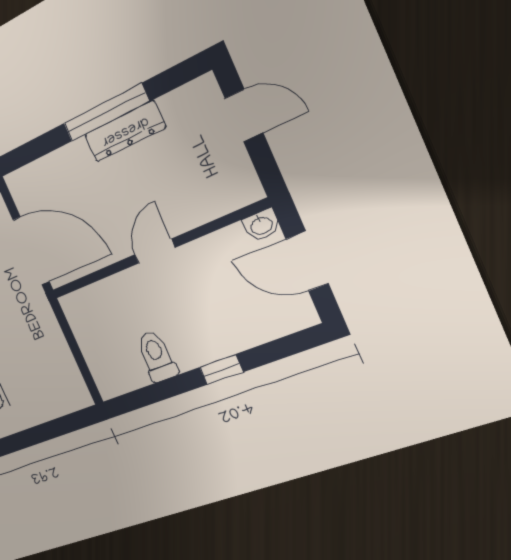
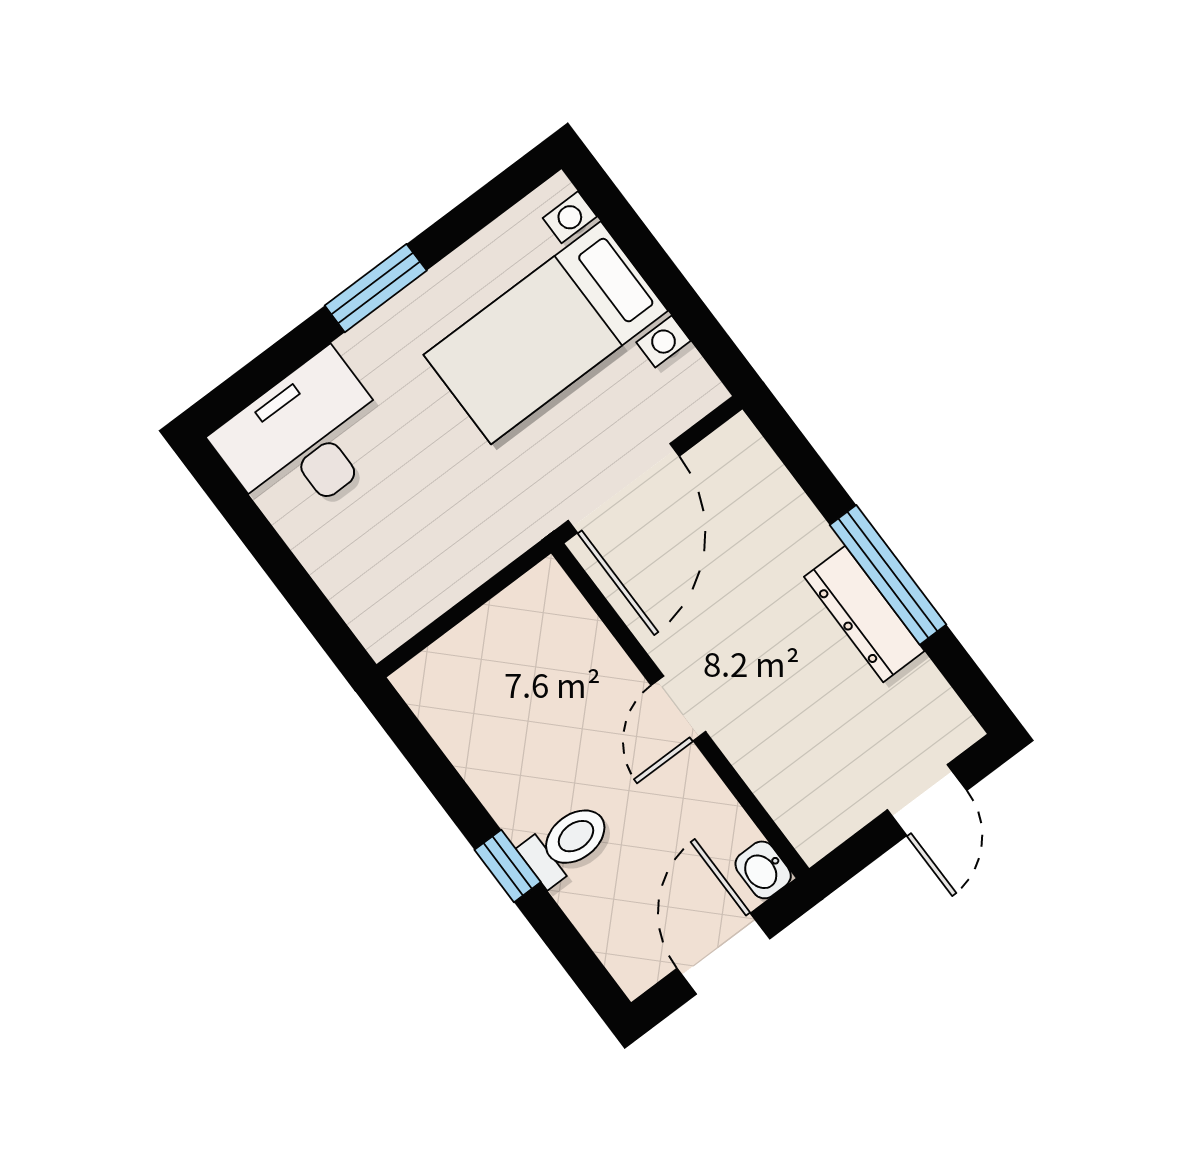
door: (155, 251) -> (678, 709), swing flipped
toilet: (157, 356) -> (566, 843), moved

